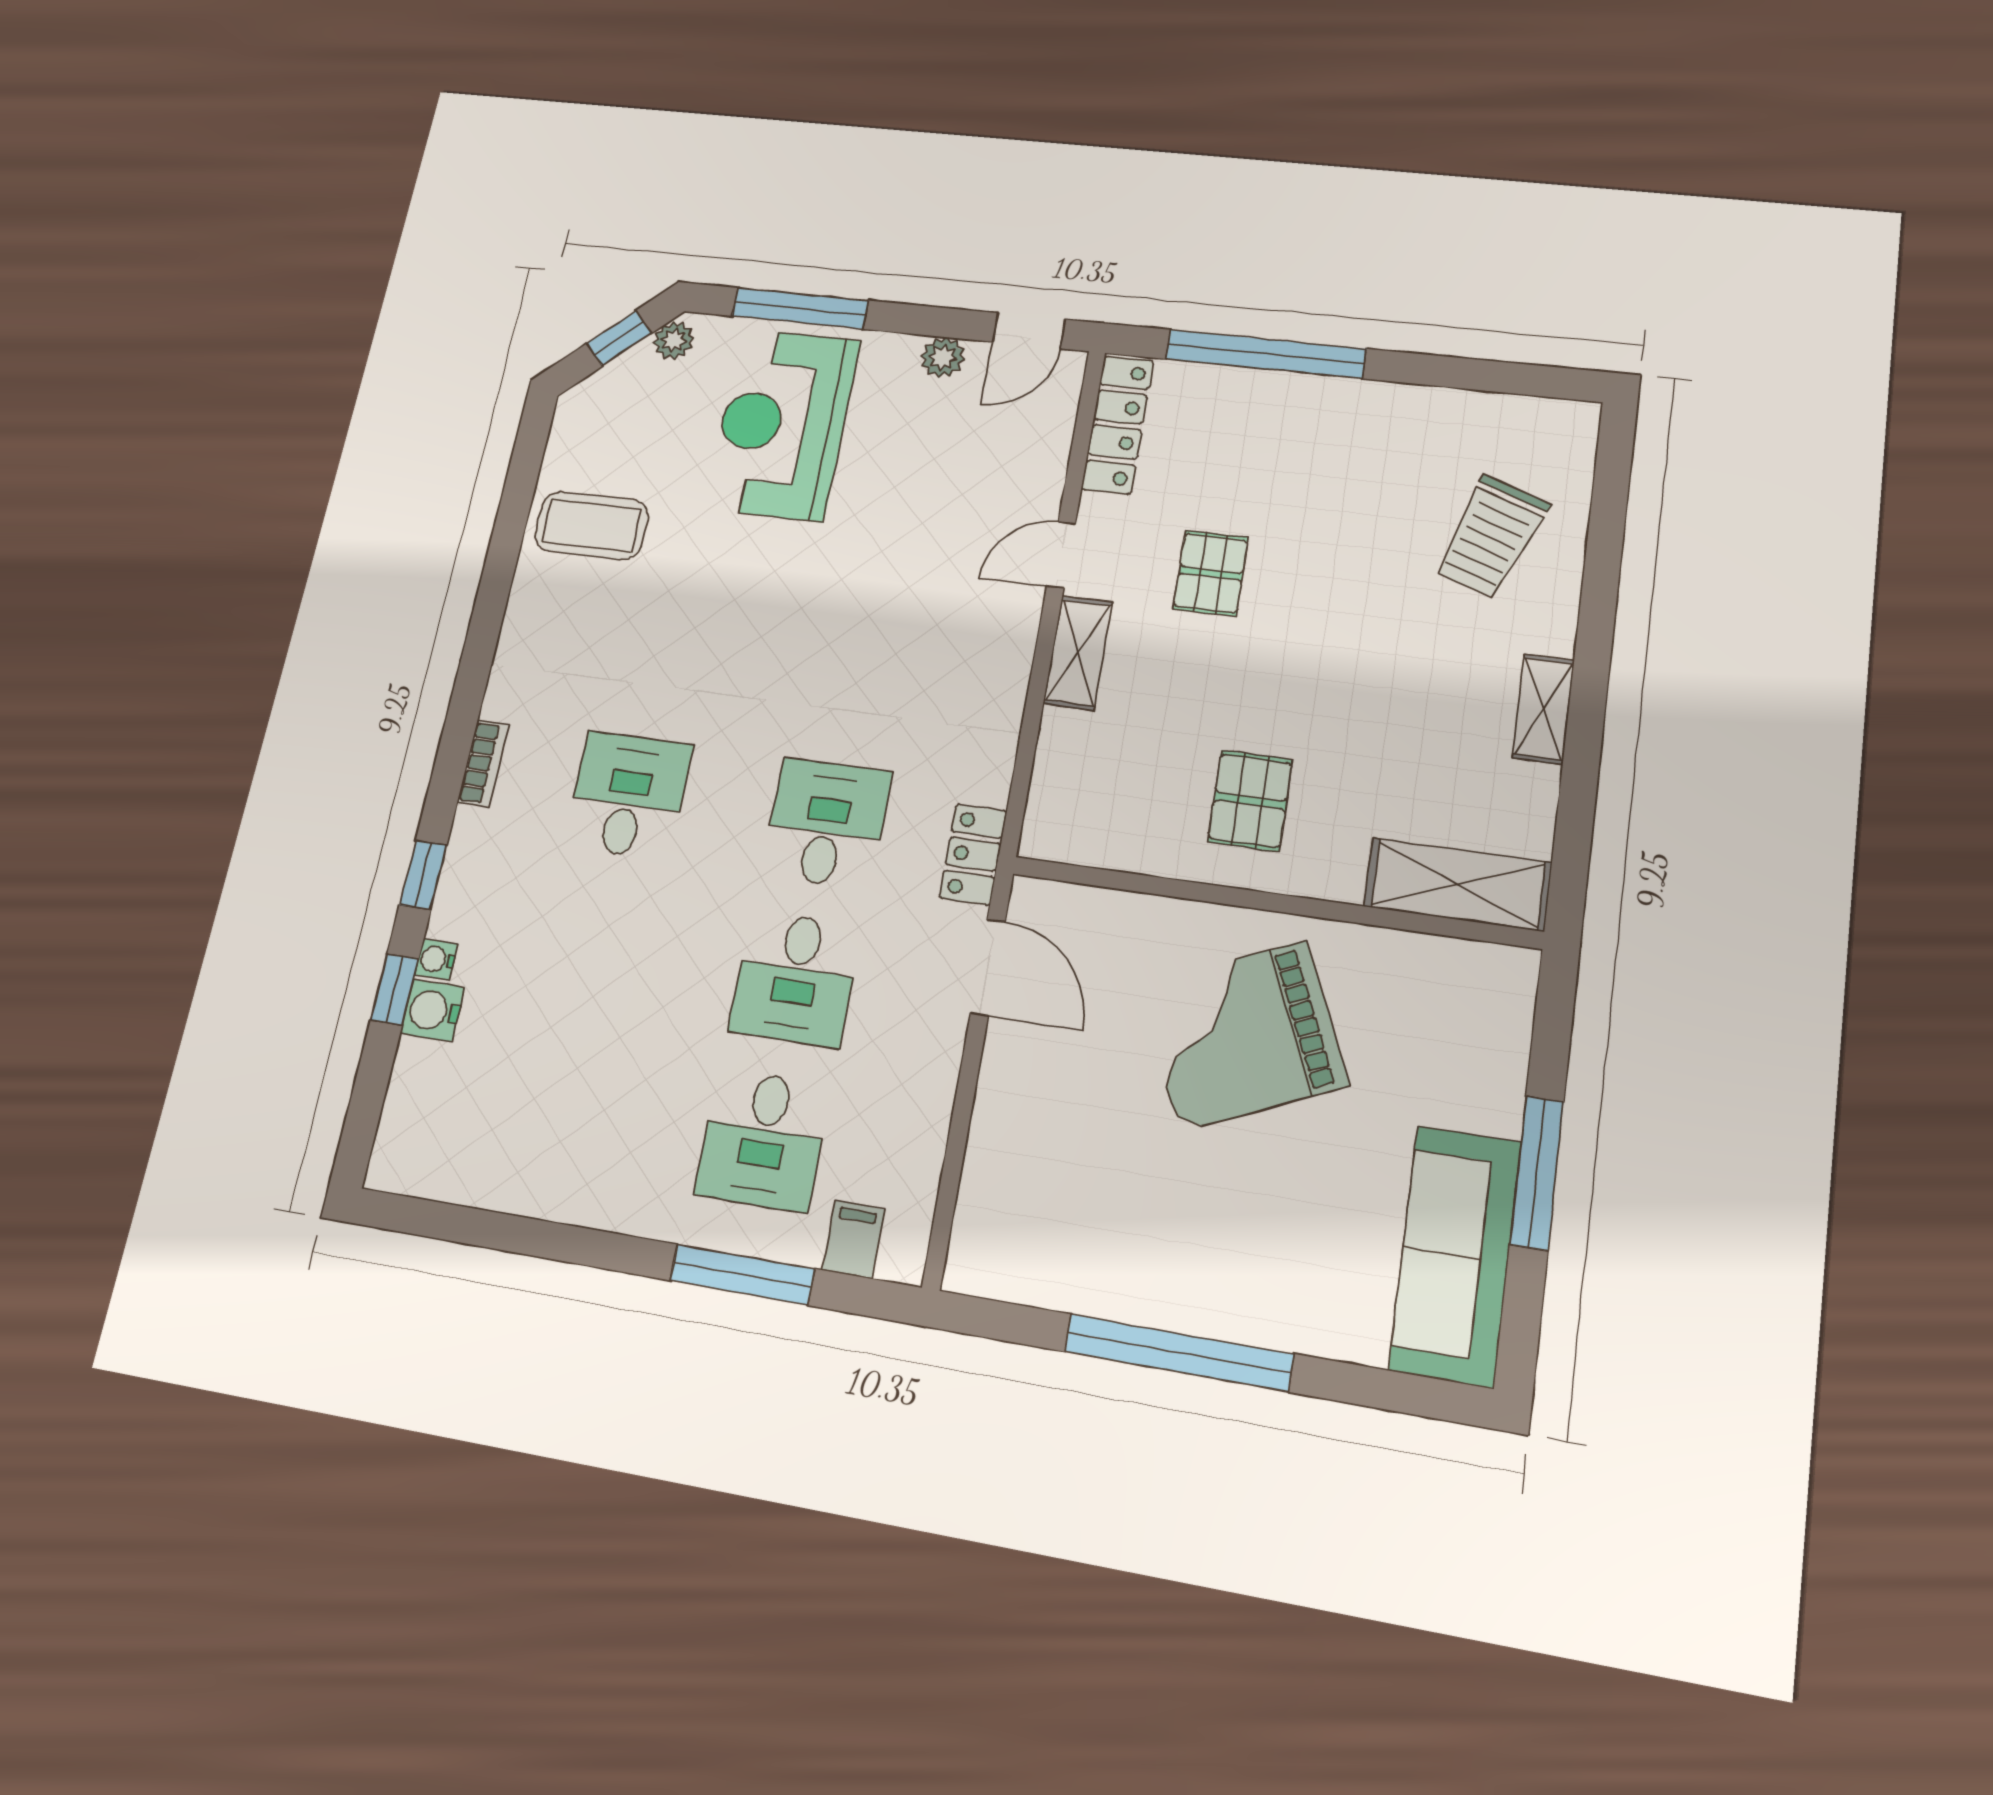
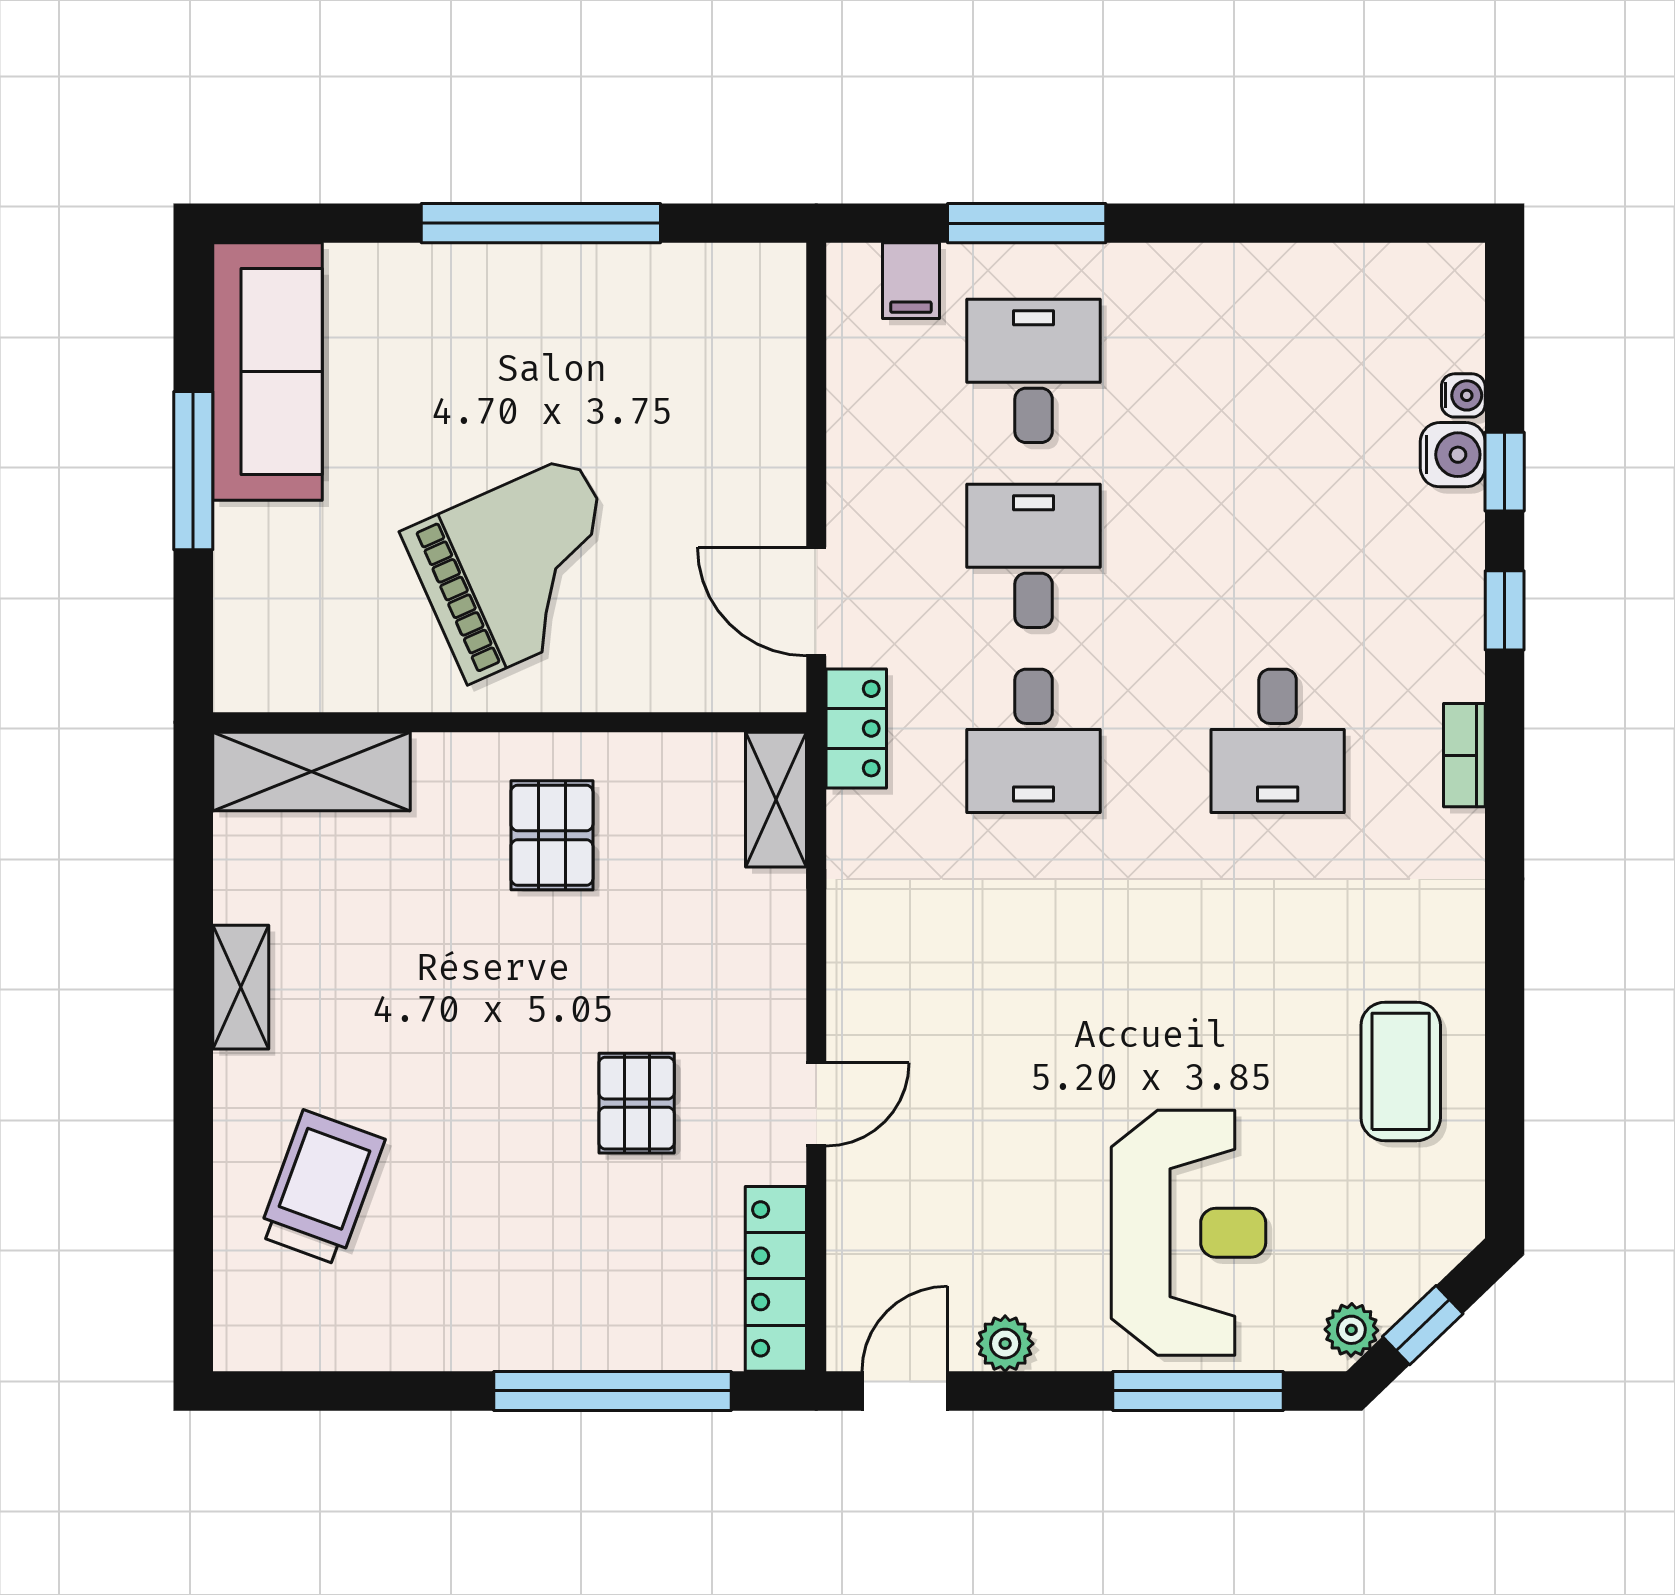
coffee table: (592, 526) -> (1401, 1071), turned 90
shelving: (1078, 653) -> (776, 800), moved
water cooler: (436, 959) -> (1463, 395), moved

